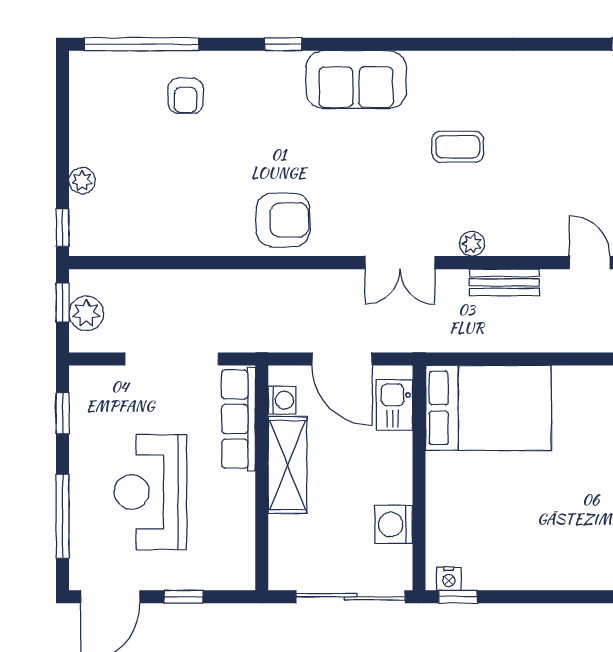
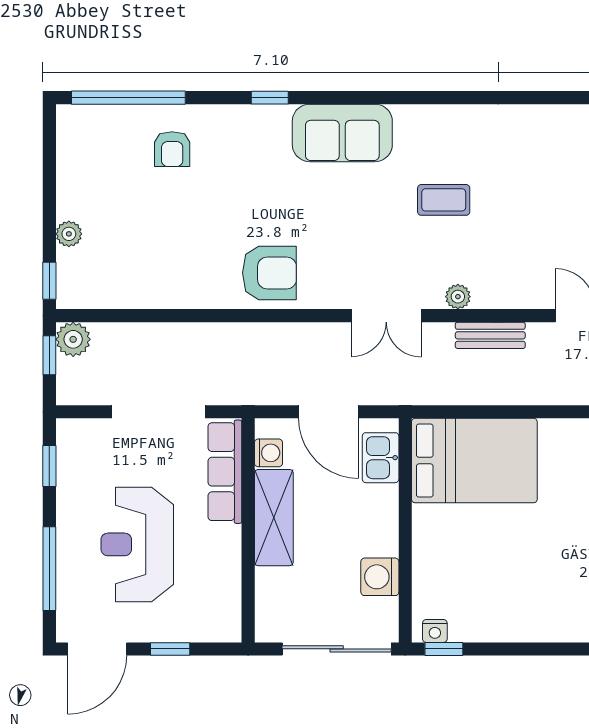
plant: (86, 313) -> (73, 339), moved

